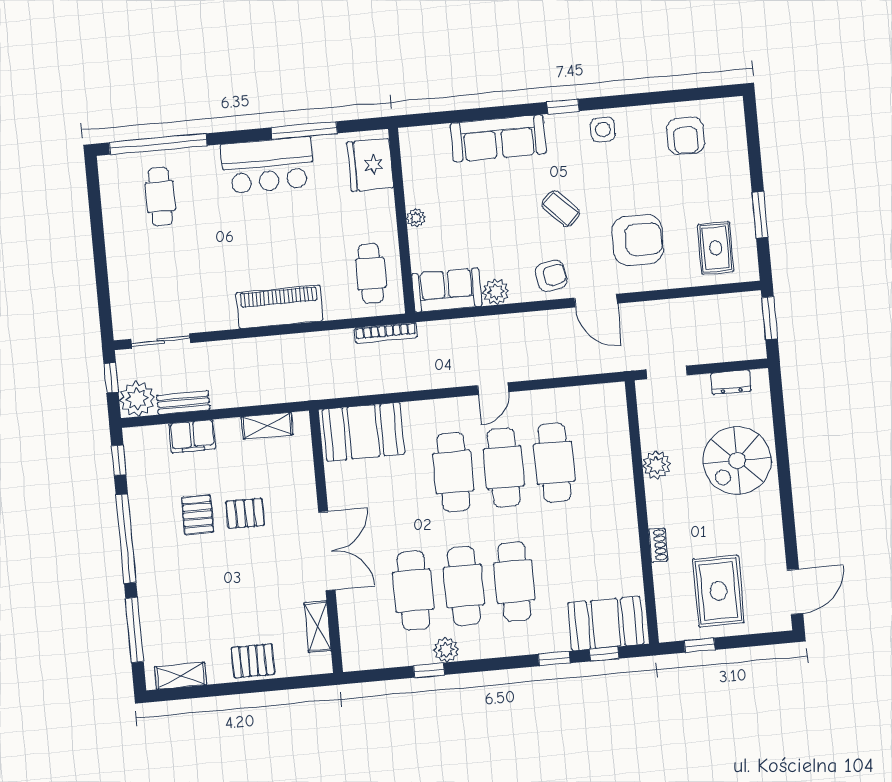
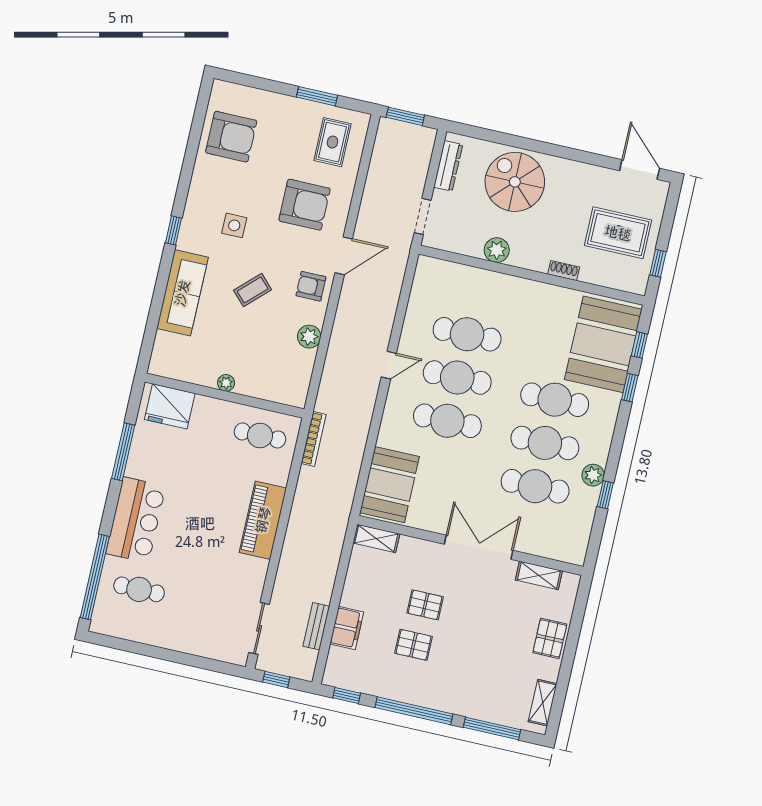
side table: (603, 130) -> (234, 225), moved
armchair: (686, 136) -> (231, 137), width x1.36, depth x1.36
bar counter: (268, 165) -> (136, 520), moved
coffee table: (561, 209) -> (253, 290), moved
armchair: (638, 240) -> (305, 205), turned 90
rug: (716, 248) -> (332, 142), turned 90
armchair: (551, 276) -> (311, 286), turned -80
sofa: (447, 290) -> (294, 377), removed
dresser: (731, 382) -> (448, 166), width x1.44
door: (493, 389) -> (389, 365), hinge flipped
plant: (137, 399) -> (301, 664), removed
shelving: (267, 426) -> (376, 538), moved, turned 90
spiral stairs: (737, 460) -> (515, 182), turned 180
pallet: (245, 513) -> (425, 605), turned 90
booth: (606, 623) -> (603, 344), width x1.36, depth x1.42

